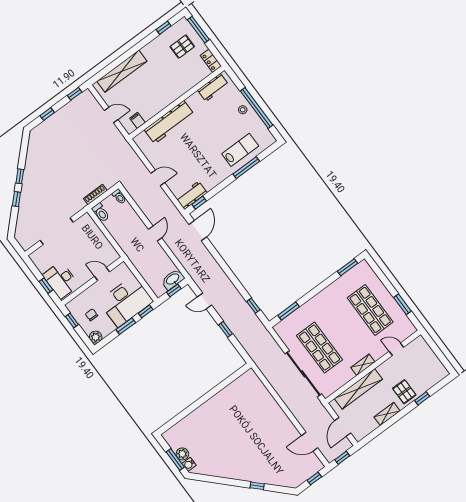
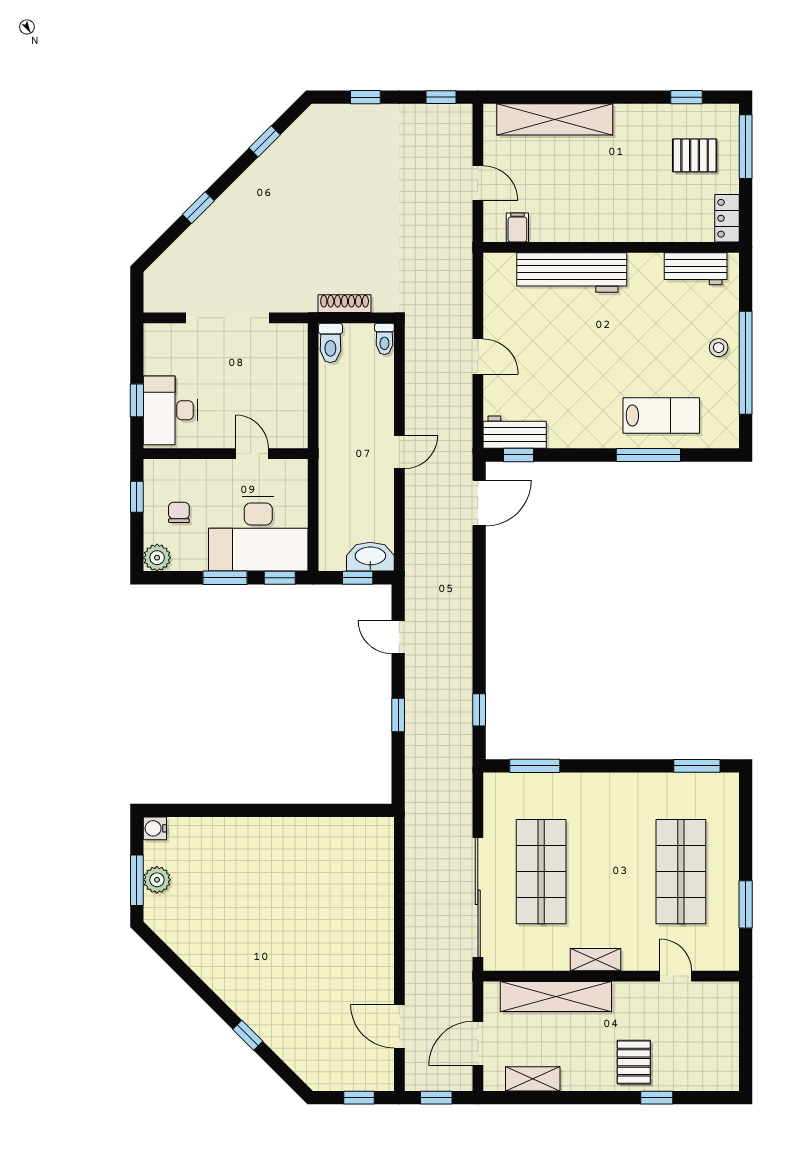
window: (20, 176) -> (265, 141), moved
shelving: (387, 414) -> (533, 1079), moved
water cooler: (189, 464) -> (155, 828), moved

